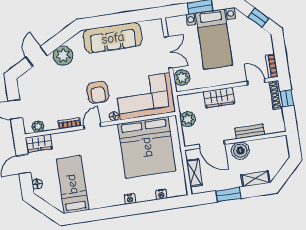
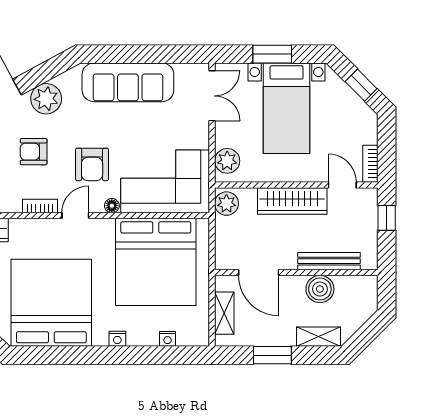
double door: (168, 52) -> (212, 96), moved
armchair: (60, 90) -> (34, 152), added
shoe rack: (276, 95) -> (370, 210), removed
wardrobe: (219, 98) -> (292, 201), width x1.50
plant: (188, 119) -> (226, 204), moved
bench: (250, 131) -> (329, 261), width x1.36
boiler: (240, 151) -> (320, 289), moved
bed: (72, 184) -> (51, 303), width x2.04

